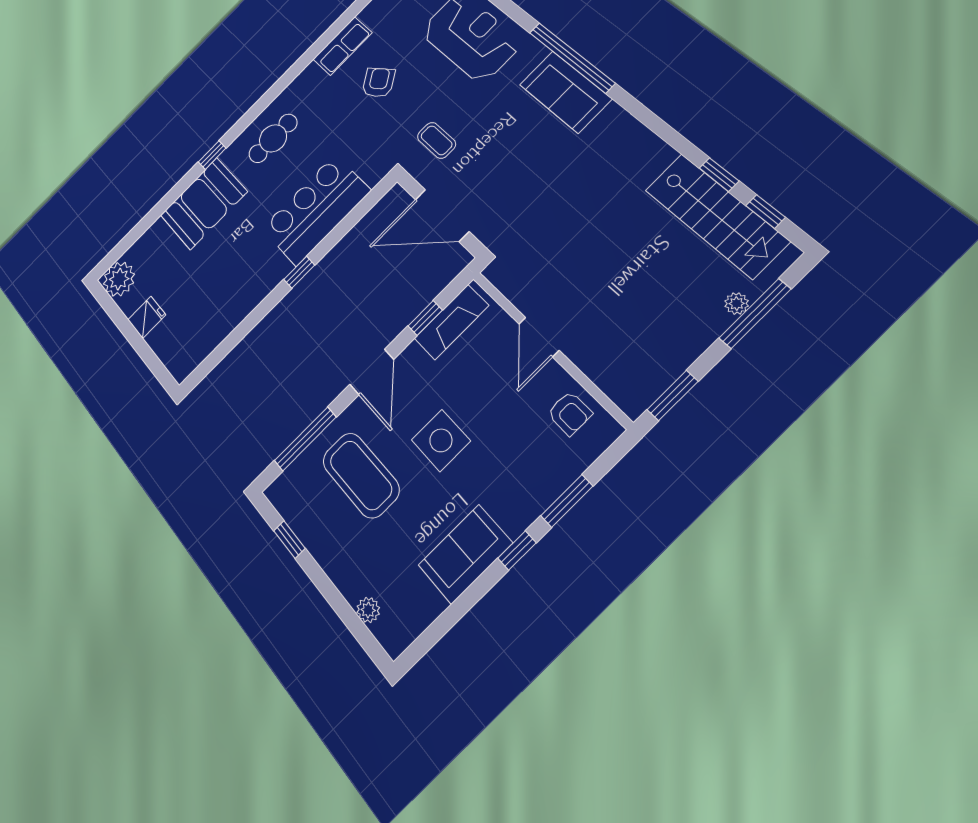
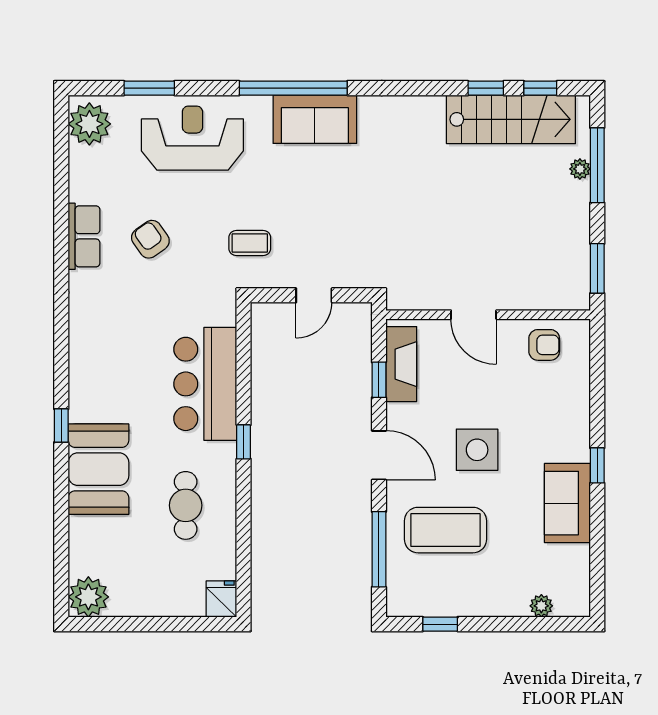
cafe table: (273, 138) -> (186, 505), moved
door: (442, 215) -> (314, 295), width x0.53
fridge: (147, 317) -> (221, 599), moved
window: (567, 501) -> (597, 402), removed

